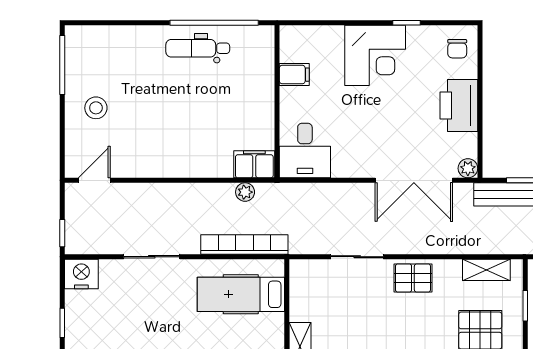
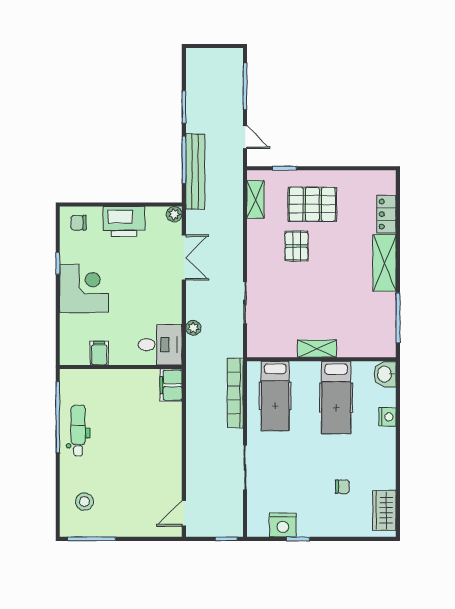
dental chair: (198, 48) -> (78, 430), turned 180
chair: (457, 49) -> (79, 223), turned 180
stool: (96, 108) -> (84, 501), moved
door: (94, 180) -> (184, 513), hinge flipped
double door: (414, 180) -> (184, 257), width x0.73
plant: (245, 192) -> (193, 328), moved
nightstand: (81, 274) -> (283, 525), moved, turned -90
pallet: (413, 278) -> (297, 246), moved

